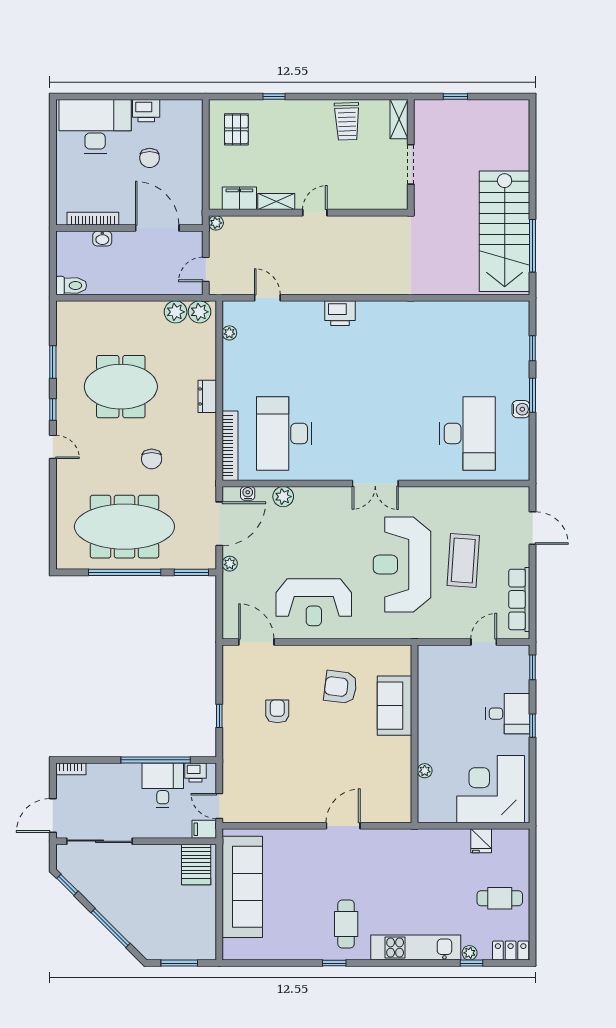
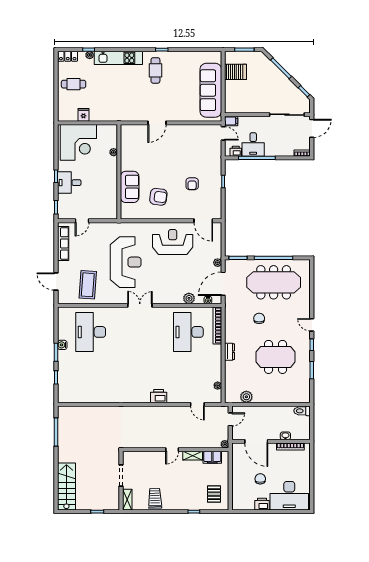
stairs: (505, 231) -> (66, 486), moved, width x0.73, depth x0.66
plant: (200, 312) -> (234, 397), removed
desk: (284, 433) -> (188, 332), turned 180
coffee table: (463, 561) -> (88, 285), moved
server rack: (196, 865) -> (235, 72), moved, turned 90

